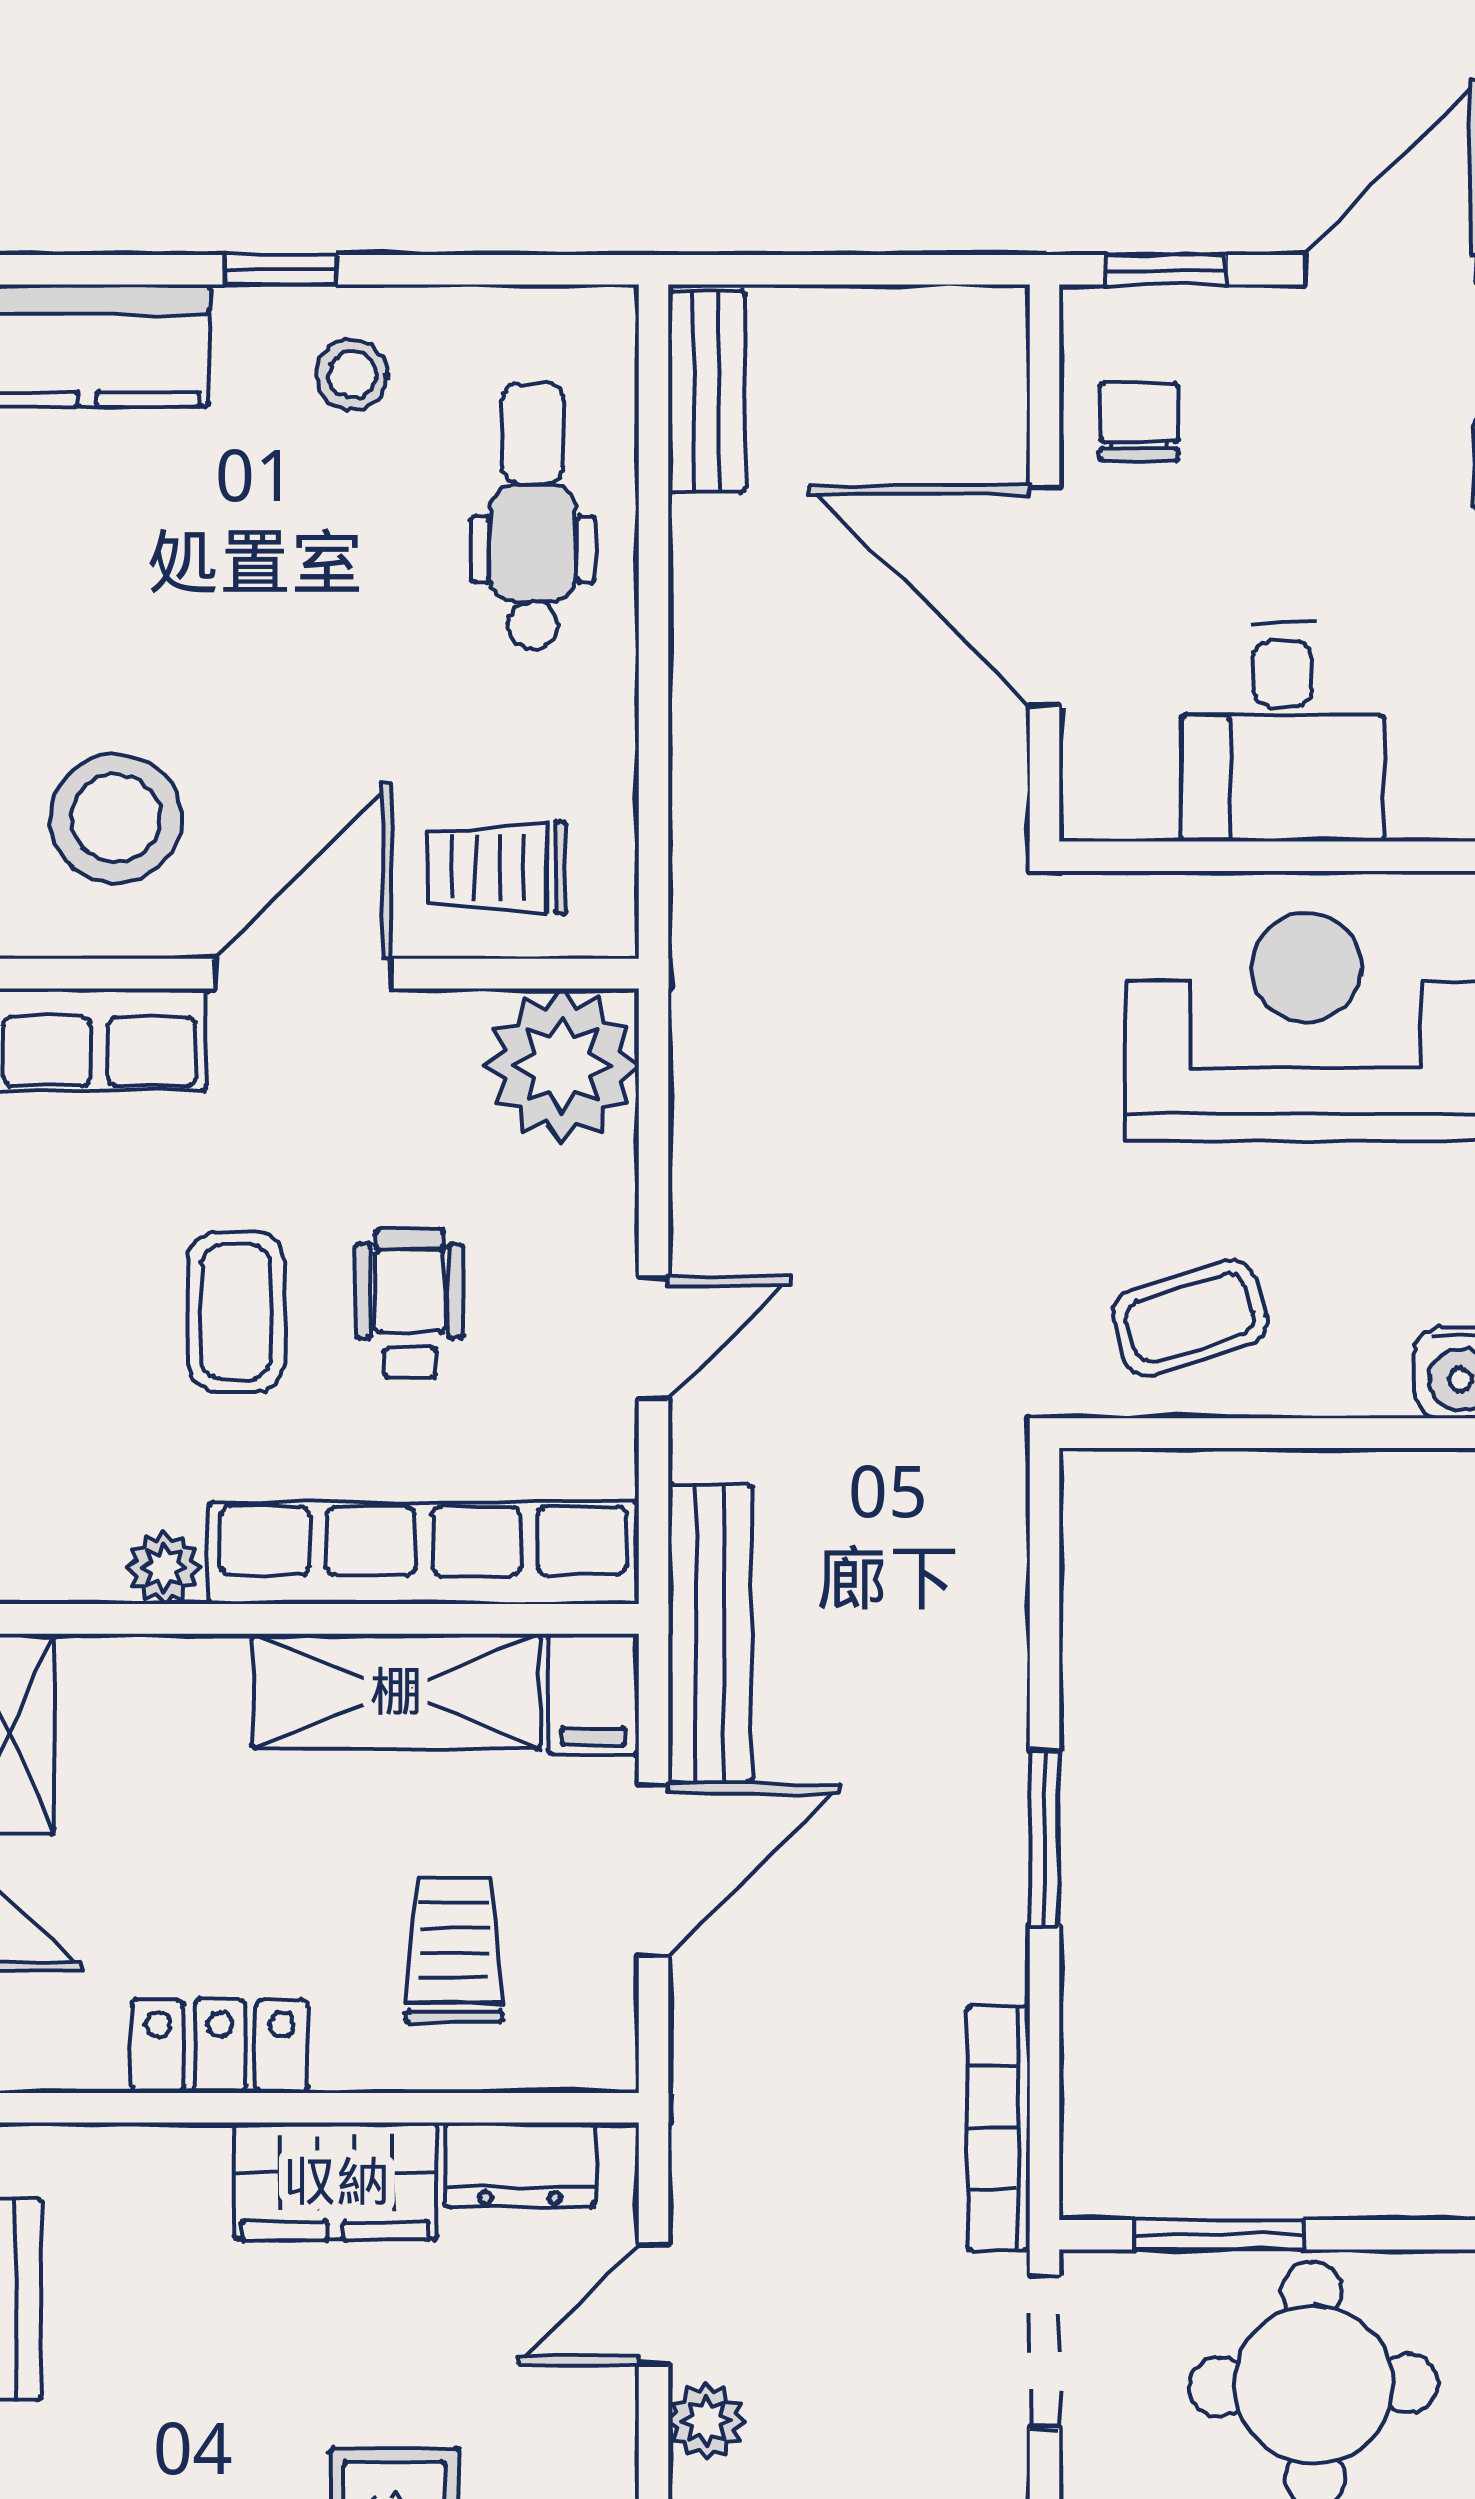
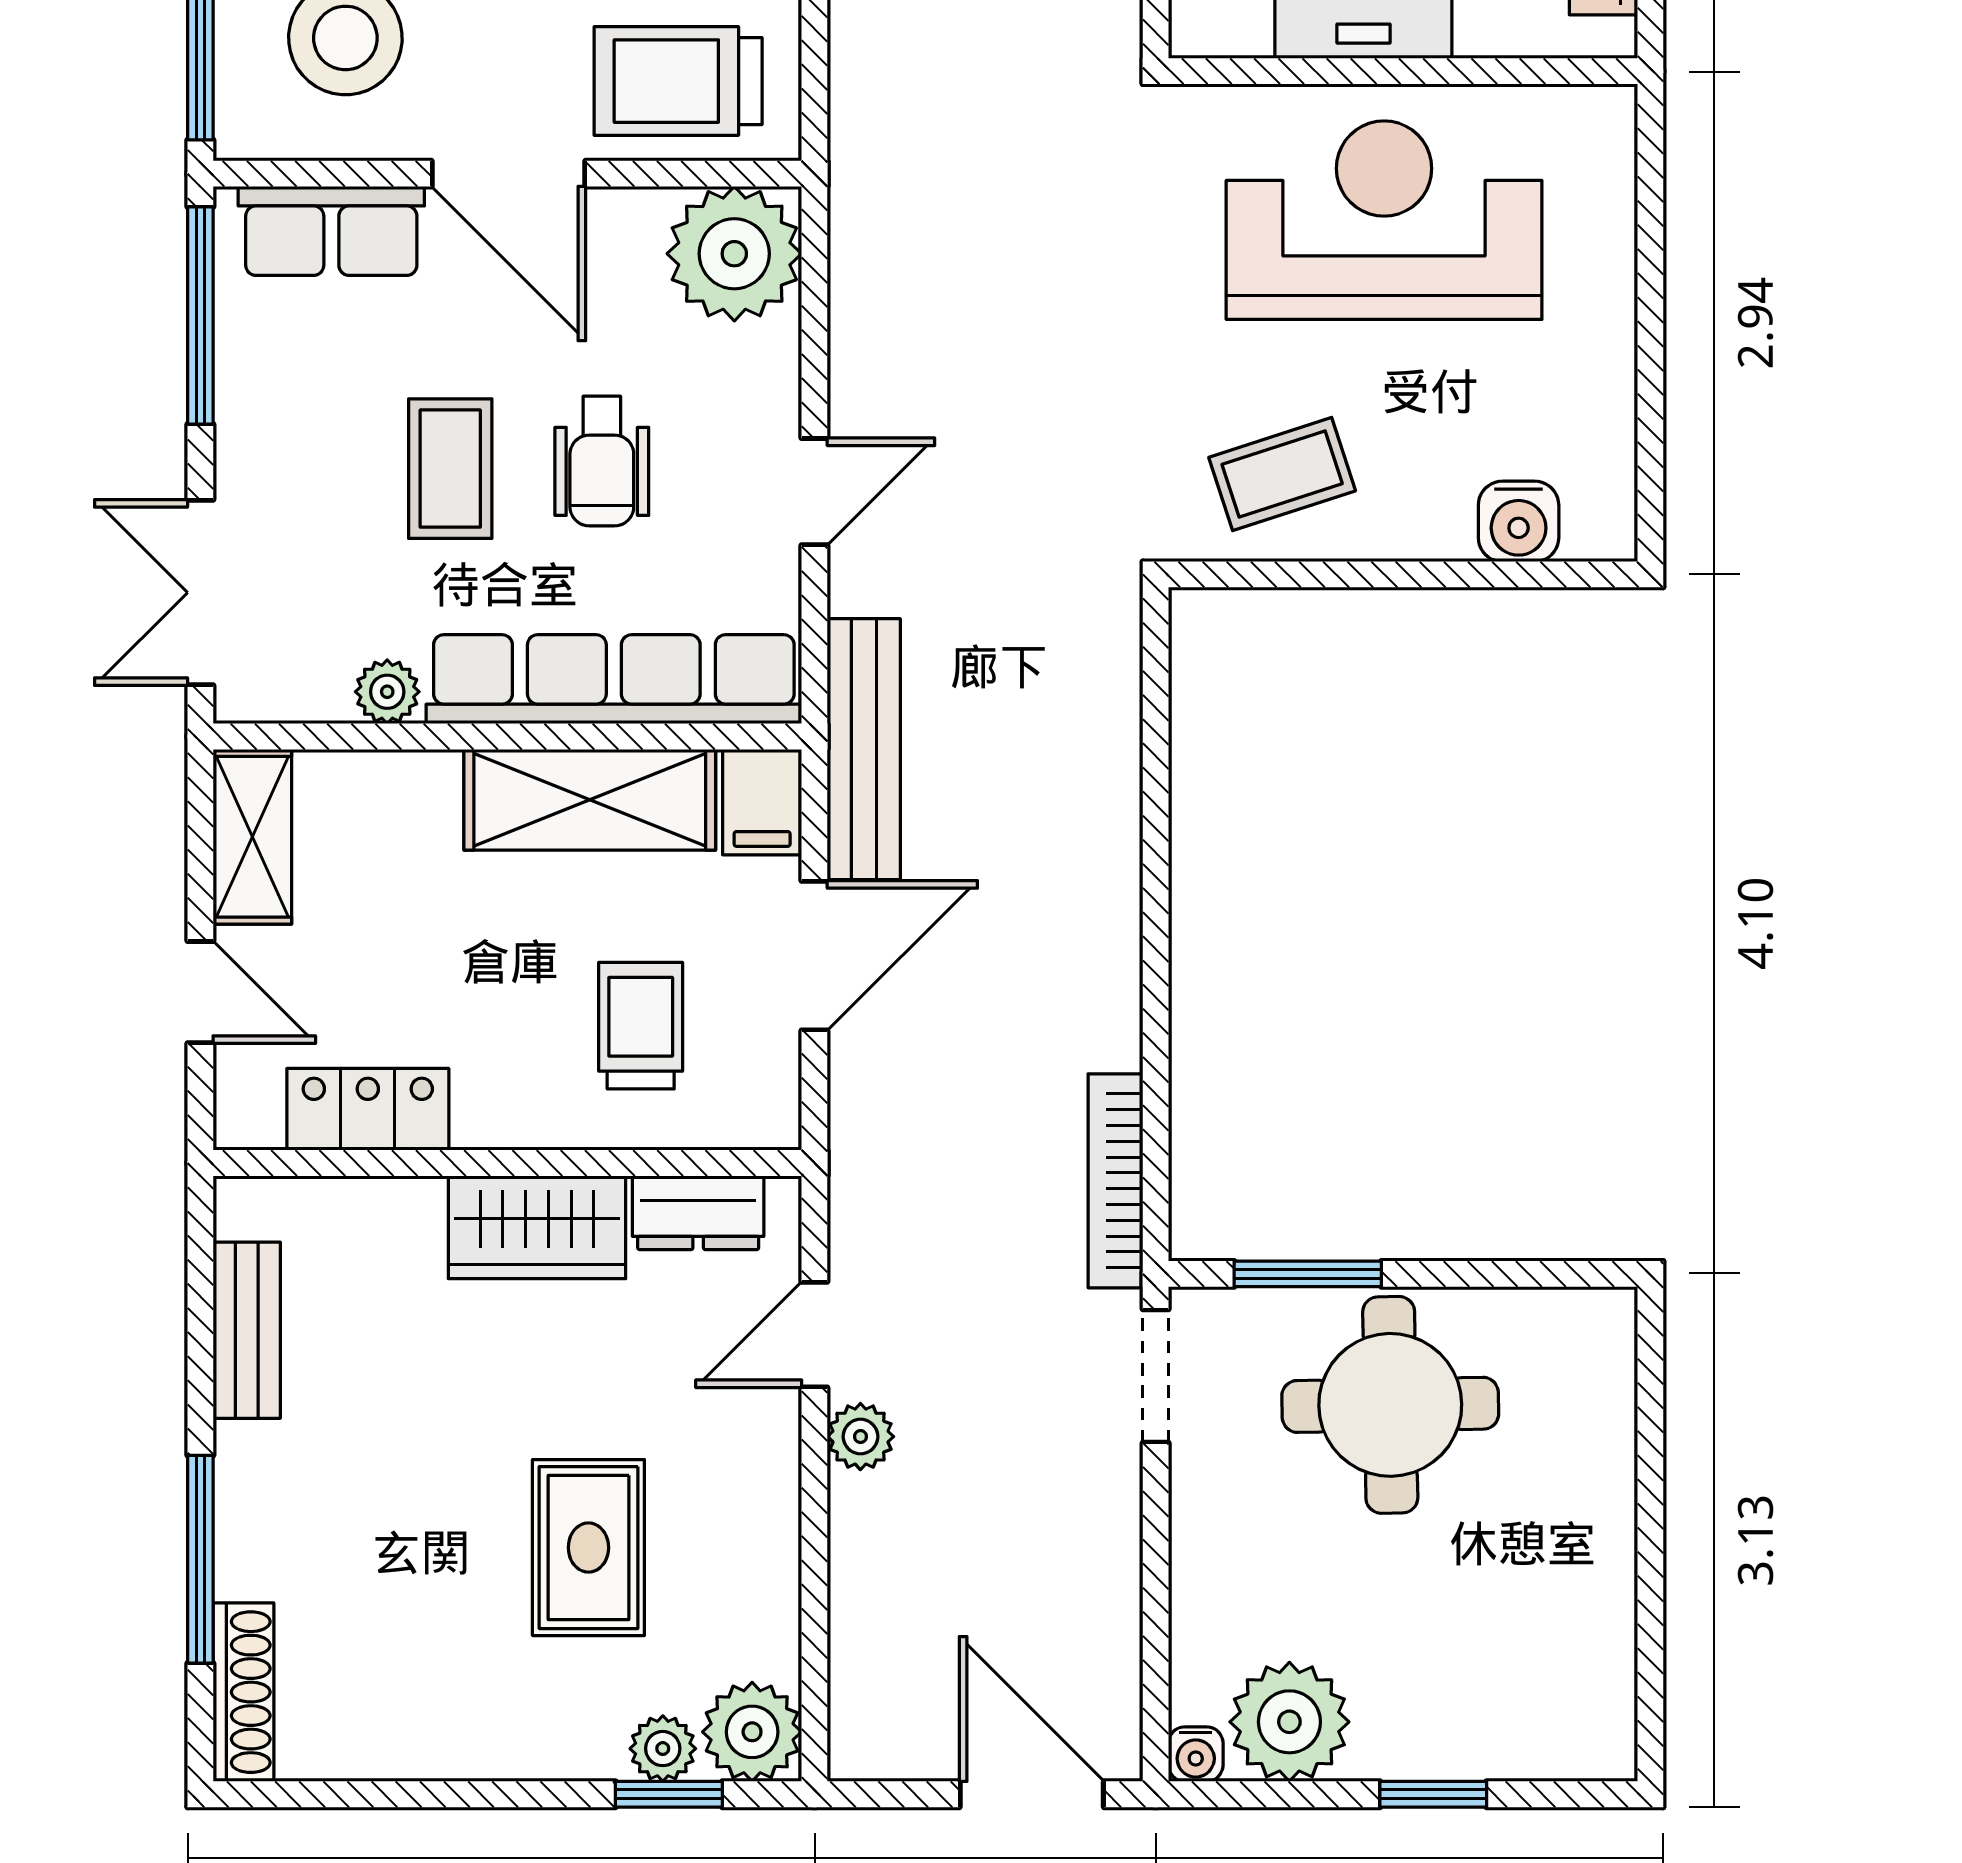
trolley: (497, 868) -> (678, 81), width x1.36, depth x1.39
door: (303, 974) -> (509, 174), swing flipped
wheelchair: (410, 1303) -> (602, 461), turned 180
window: (1045, 1838) -> (1156, 928), removed
locker: (220, 2046) -> (368, 1109), moved

